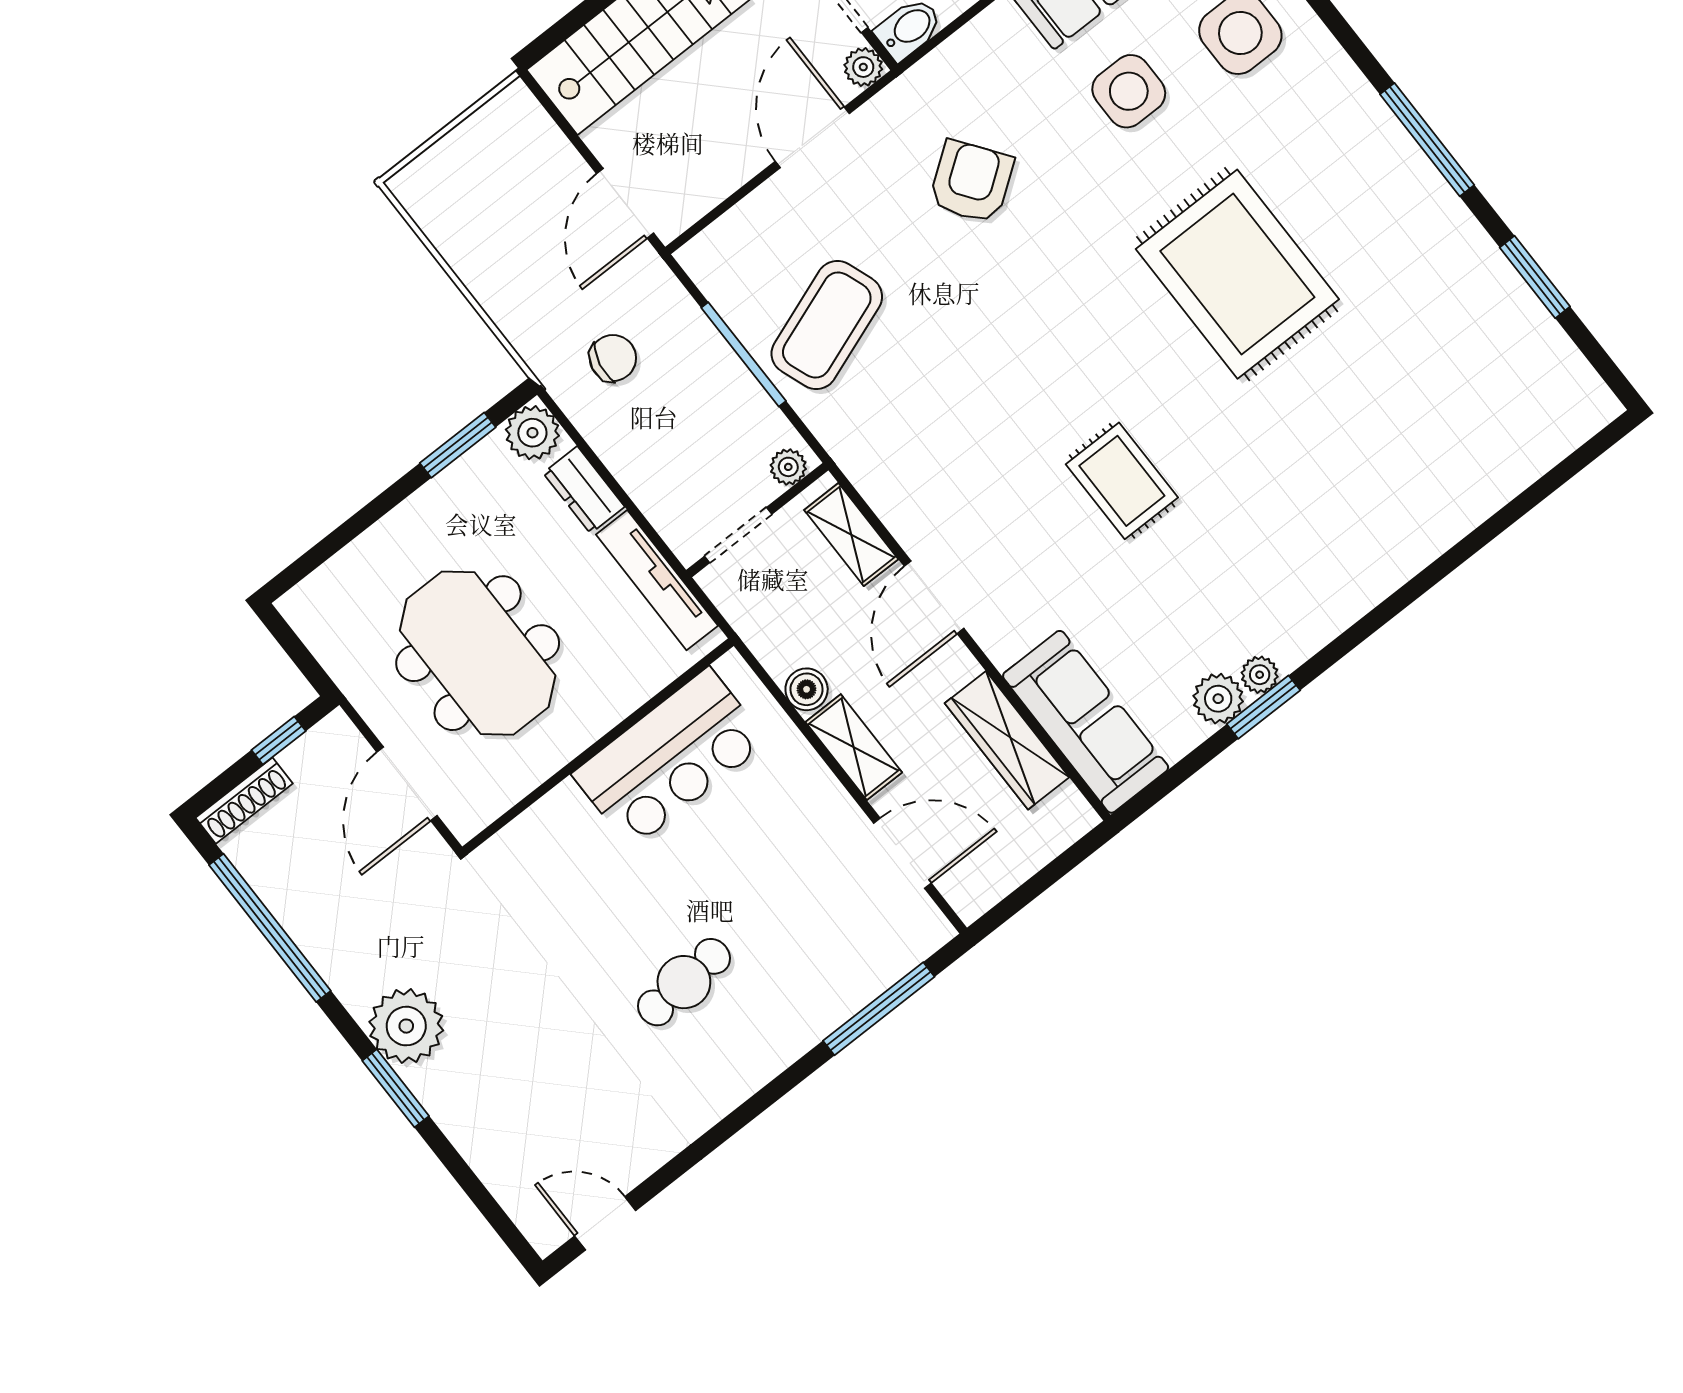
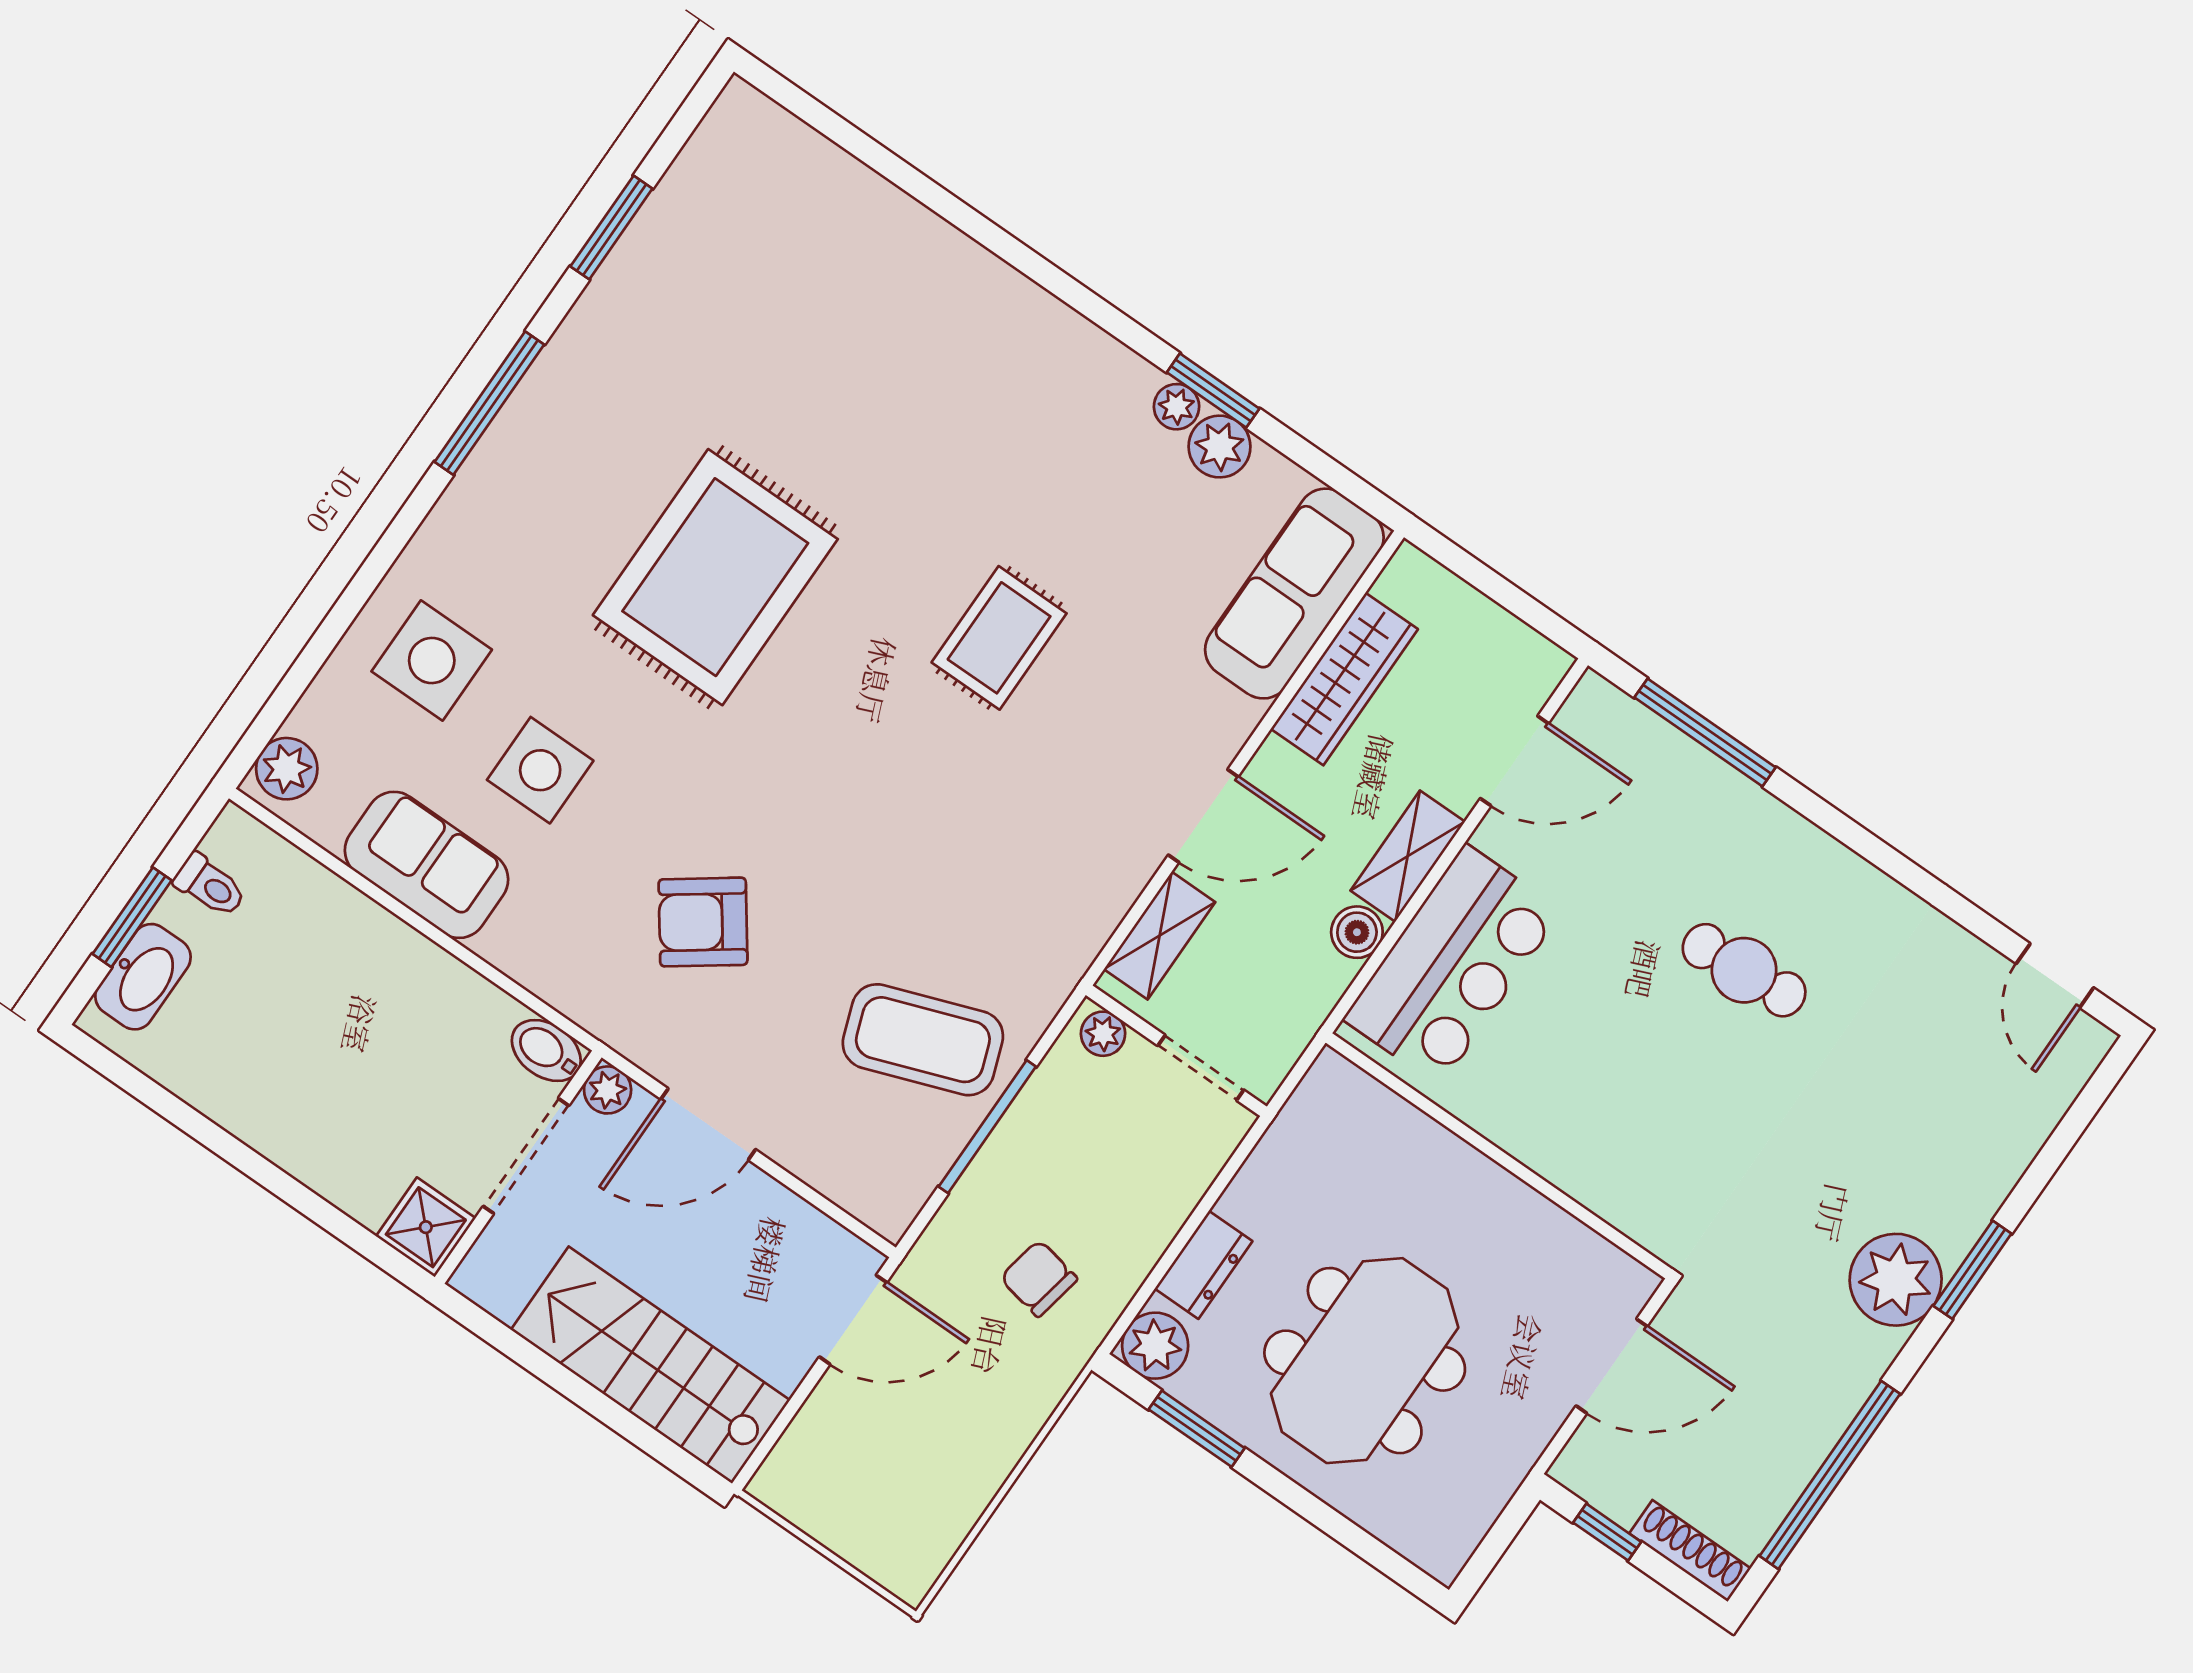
tv unit: (657, 580) -> (1283, 1147), removed
meeting table: (478, 653) -> (1365, 1361), moved
bar counter: (670, 758) -> (1453, 965), moved, turned 90
door: (902, 853) -> (1514, 761), swing flipped

